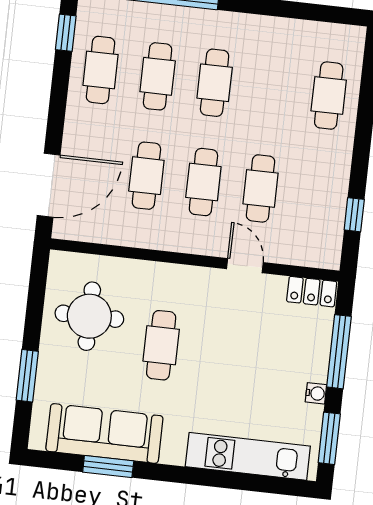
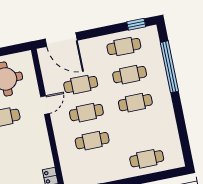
door: (245, 266) -> (45, 105), moved

